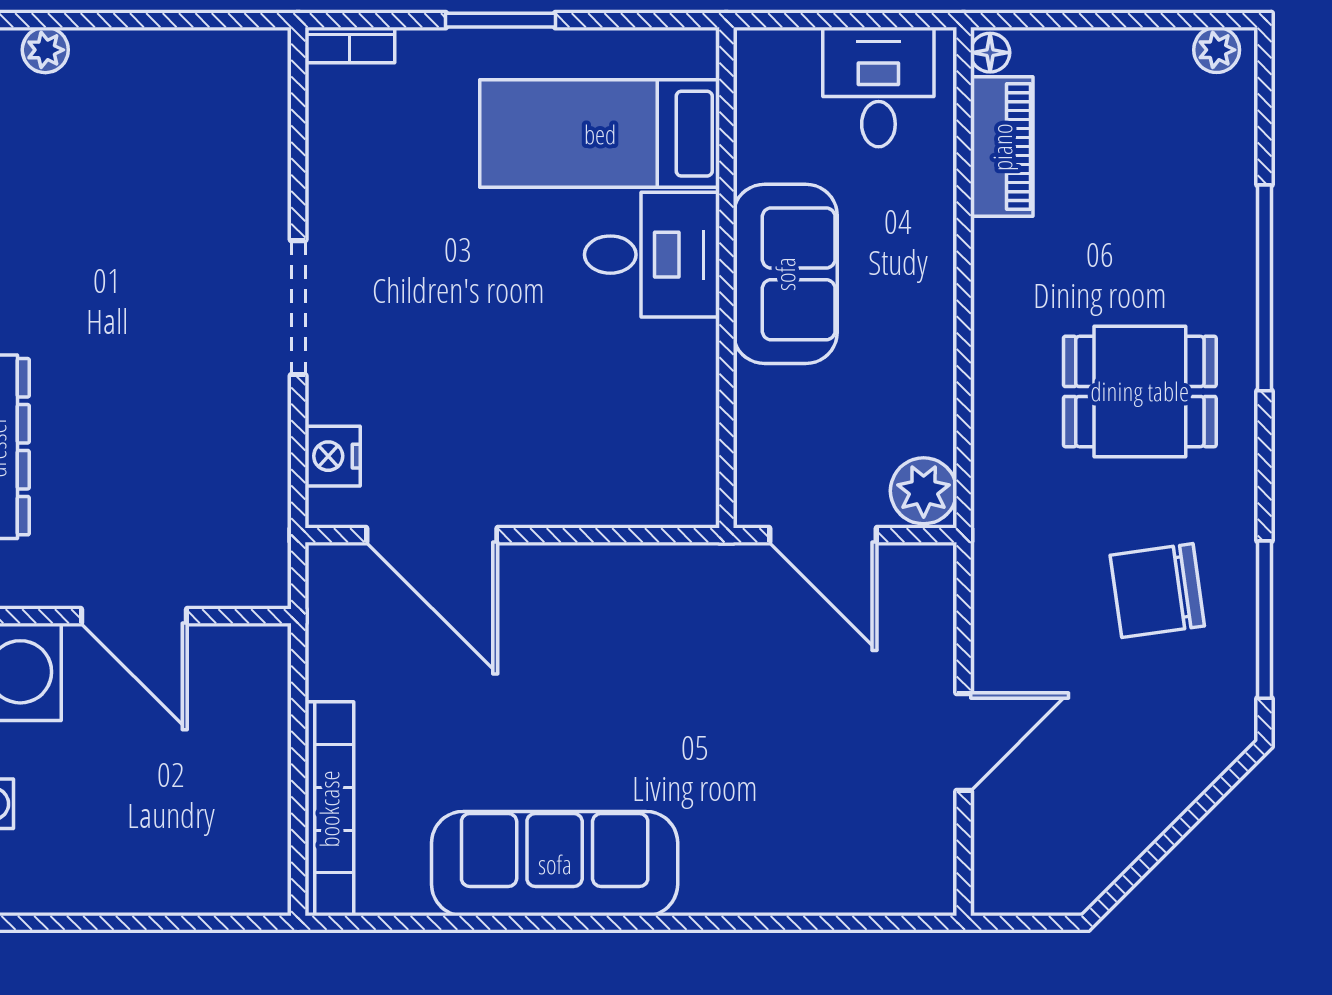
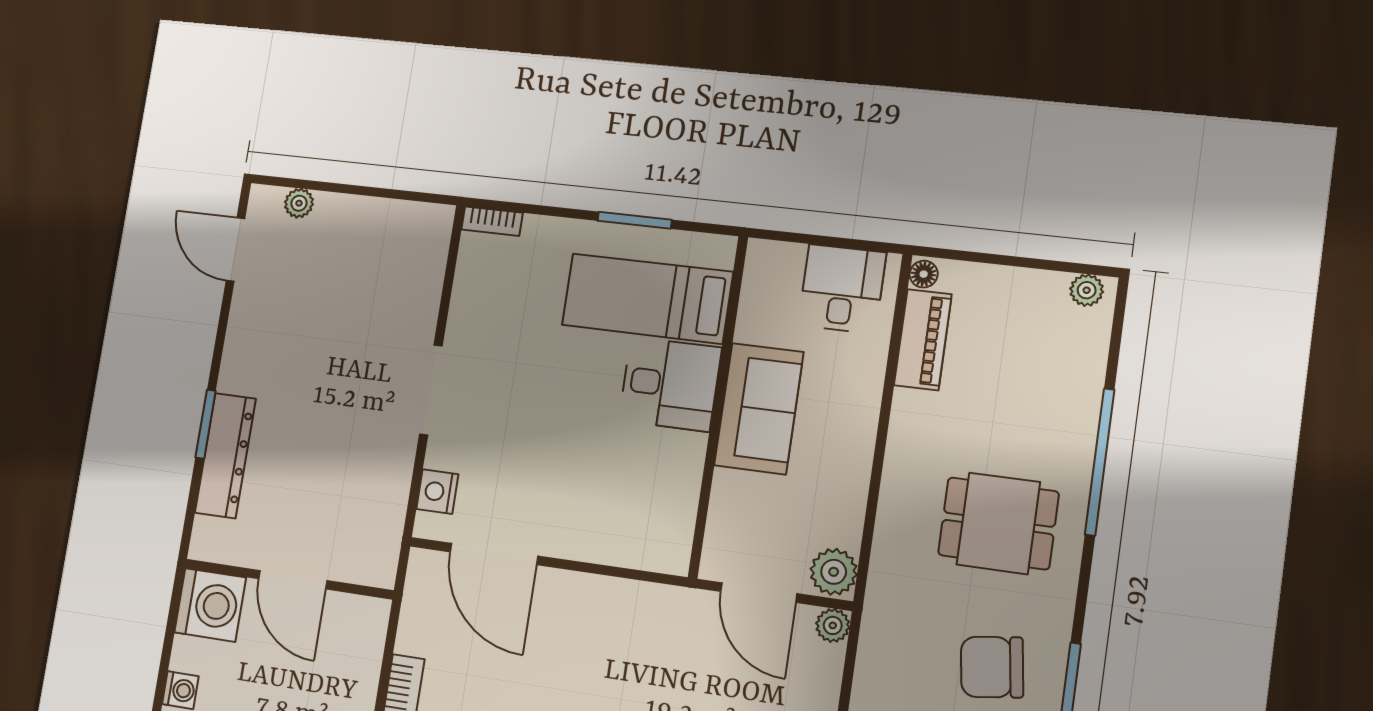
window: (501, 20) -> (635, 220), moved
plant: (933, 566) -> (833, 625), added

